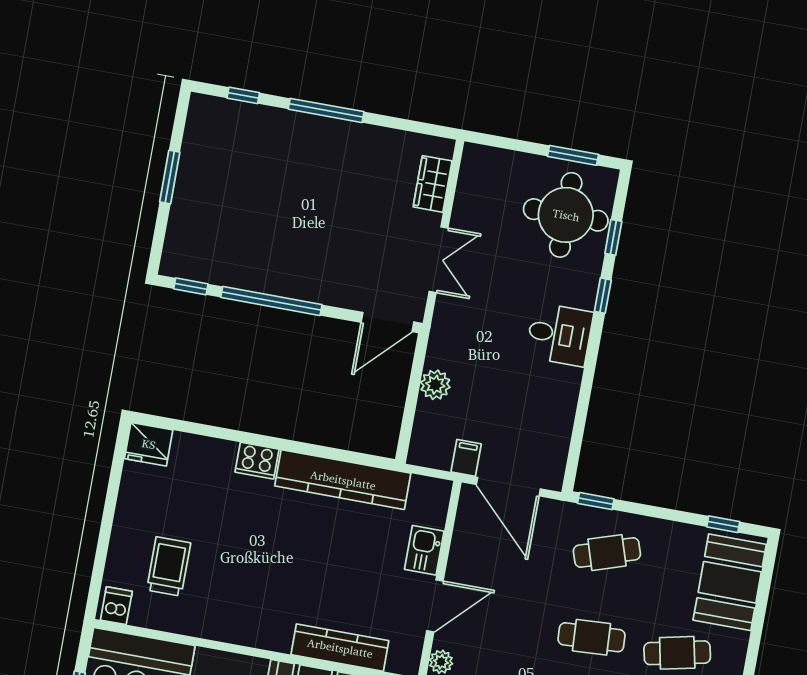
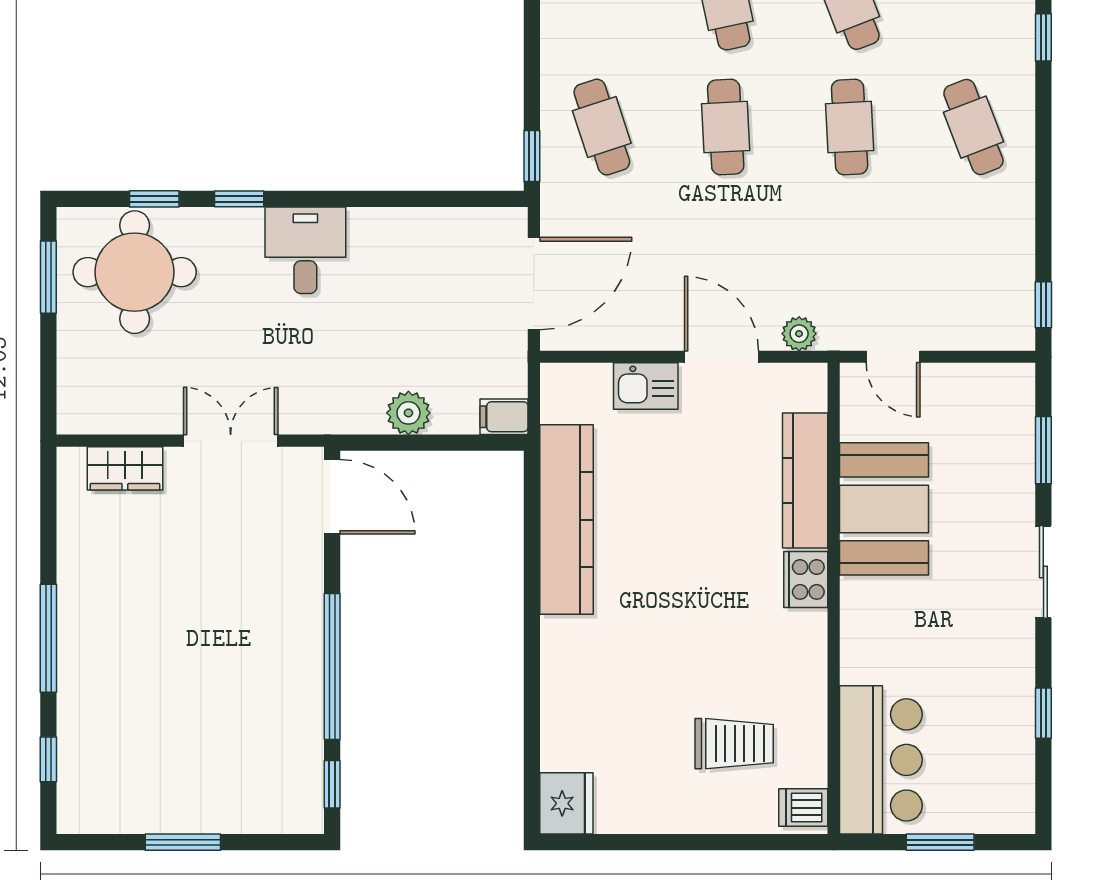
filing cabinet: (466, 458) -> (504, 417), moved
cooker: (257, 461) -> (806, 579), moved, turned 180
trolley: (169, 566) -> (734, 744), turned 180

